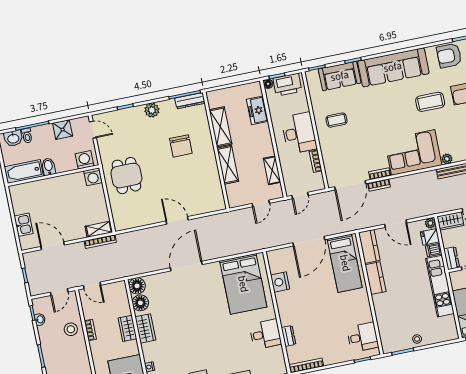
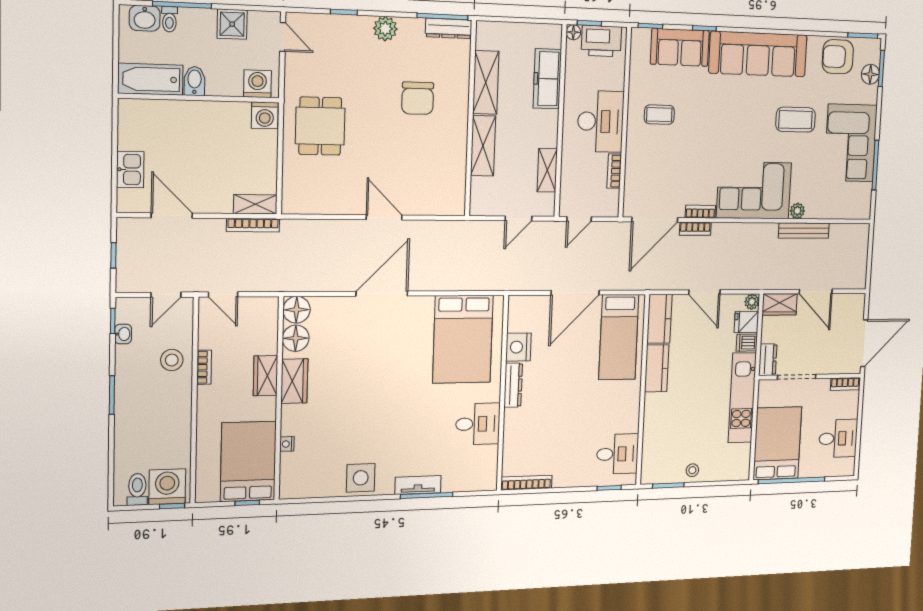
freezer: (257, 110) -> (547, 79), width x1.40
dresser: (289, 336) -> (513, 385), moved, width x1.44

